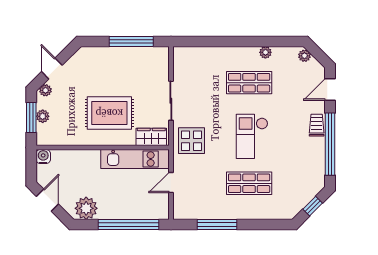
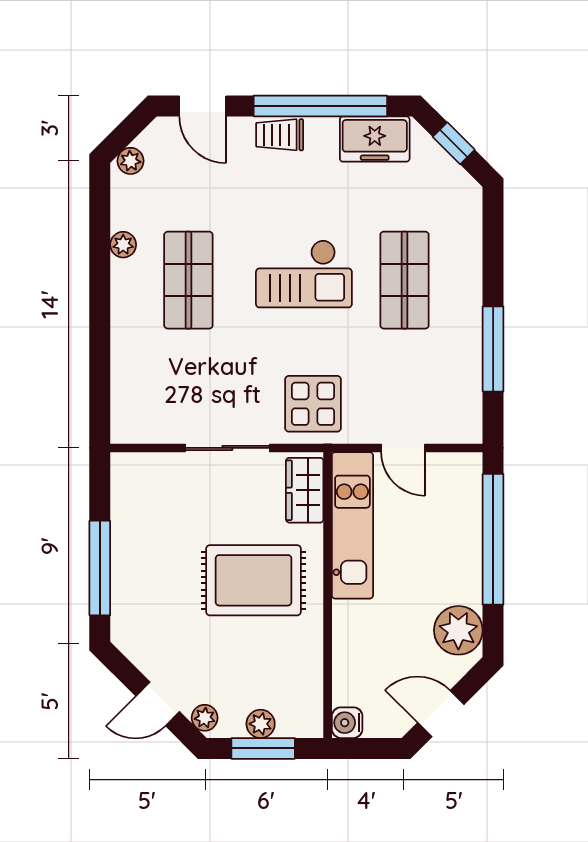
window: (131, 42) -> (100, 568), moved
rug: (109, 113) -> (254, 580), turned 90
freezer: (315, 169) -> (375, 139), added

